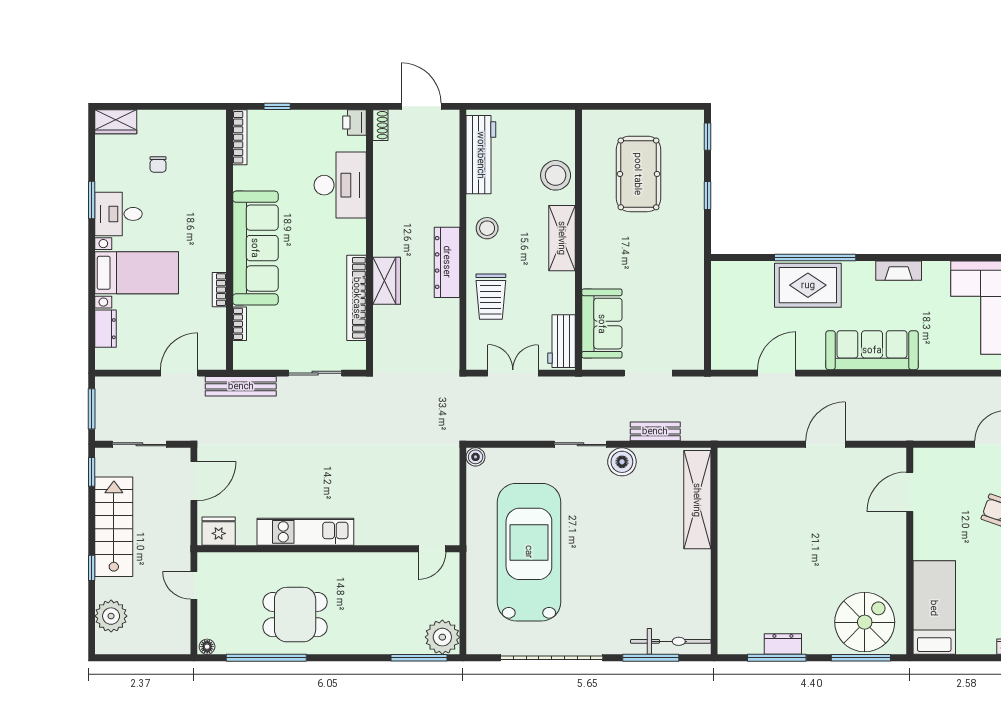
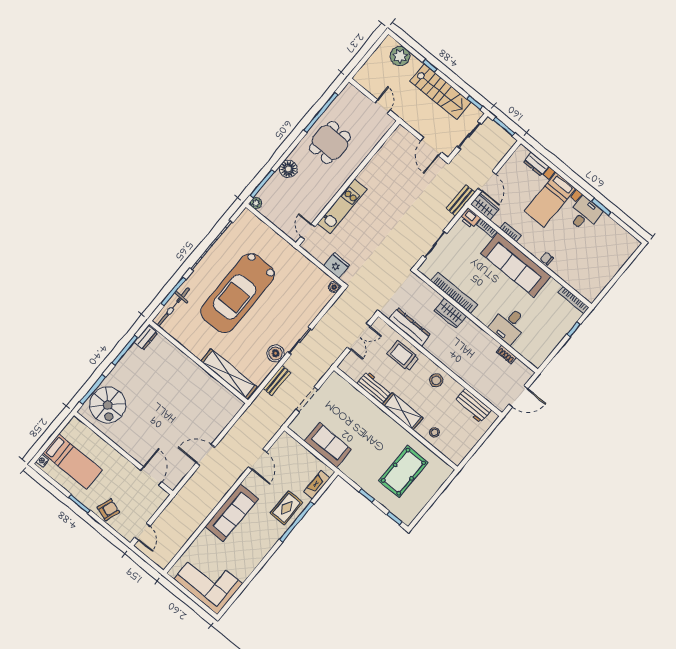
wardrobe: (116, 122) -> (485, 207), moved, turned 90
printer: (355, 122) -> (470, 218), moved, turned 180
shoe rack: (380, 125) -> (506, 355), moved
workbench: (481, 155) -> (473, 406), width x0.73
chair: (158, 164) -> (547, 259), moved
pool table: (638, 174) -> (403, 472), turned 90
stool: (556, 175) -> (435, 432), width x0.53, depth x0.53
desk: (340, 185) -> (509, 325), width x0.73
dresser: (447, 262) -> (410, 327), moved
fireplace: (899, 271) -> (317, 485), moved
rug: (808, 285) -> (286, 508), width x0.73, depth x0.70
sofa: (602, 324) -> (328, 445), moved, turned 180
workbench: (562, 341) -> (375, 388), moved
bench: (241, 386) -> (461, 200), width x0.73
door: (826, 444) -> (206, 455), swing flipped
fridge: (219, 531) -> (336, 265), moved, turned -90
kitchen unit: (305, 532) -> (342, 206), moved
car: (529, 552) -> (238, 293), moved, turned 90
door: (194, 585) -> (382, 107), hinge flipped
bed: (934, 608) -> (72, 461), moved
plant: (442, 637) -> (256, 203), width x0.53, depth x0.53
dresser: (783, 644) -> (146, 338), moved
floor lamp: (207, 647) -> (288, 169), moved, width x1.89, depth x1.89

